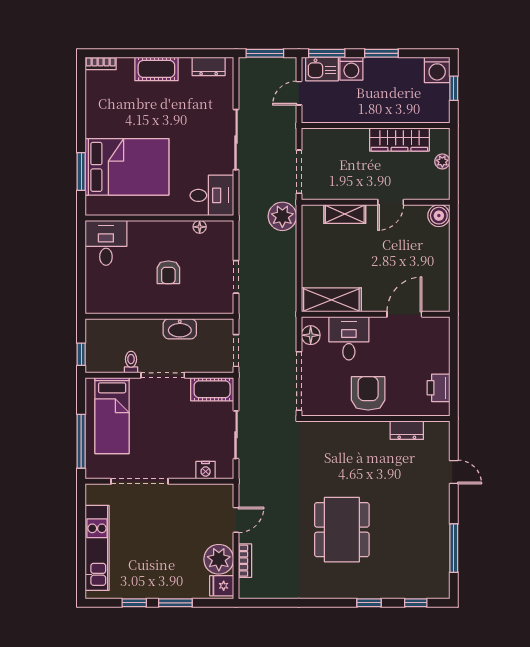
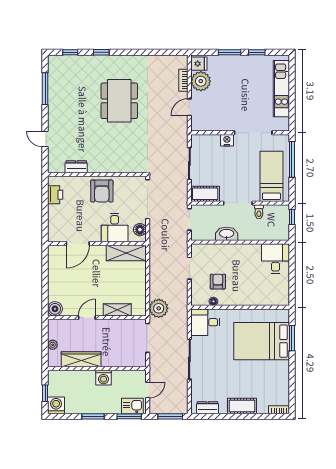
washing machine: (351, 69) -> (103, 378), moved, turned 180
desk: (106, 243) -> (276, 259), moved, turned 180
armchair: (168, 272) -> (218, 282), moved
nightstand: (206, 470) -> (227, 140), moved

